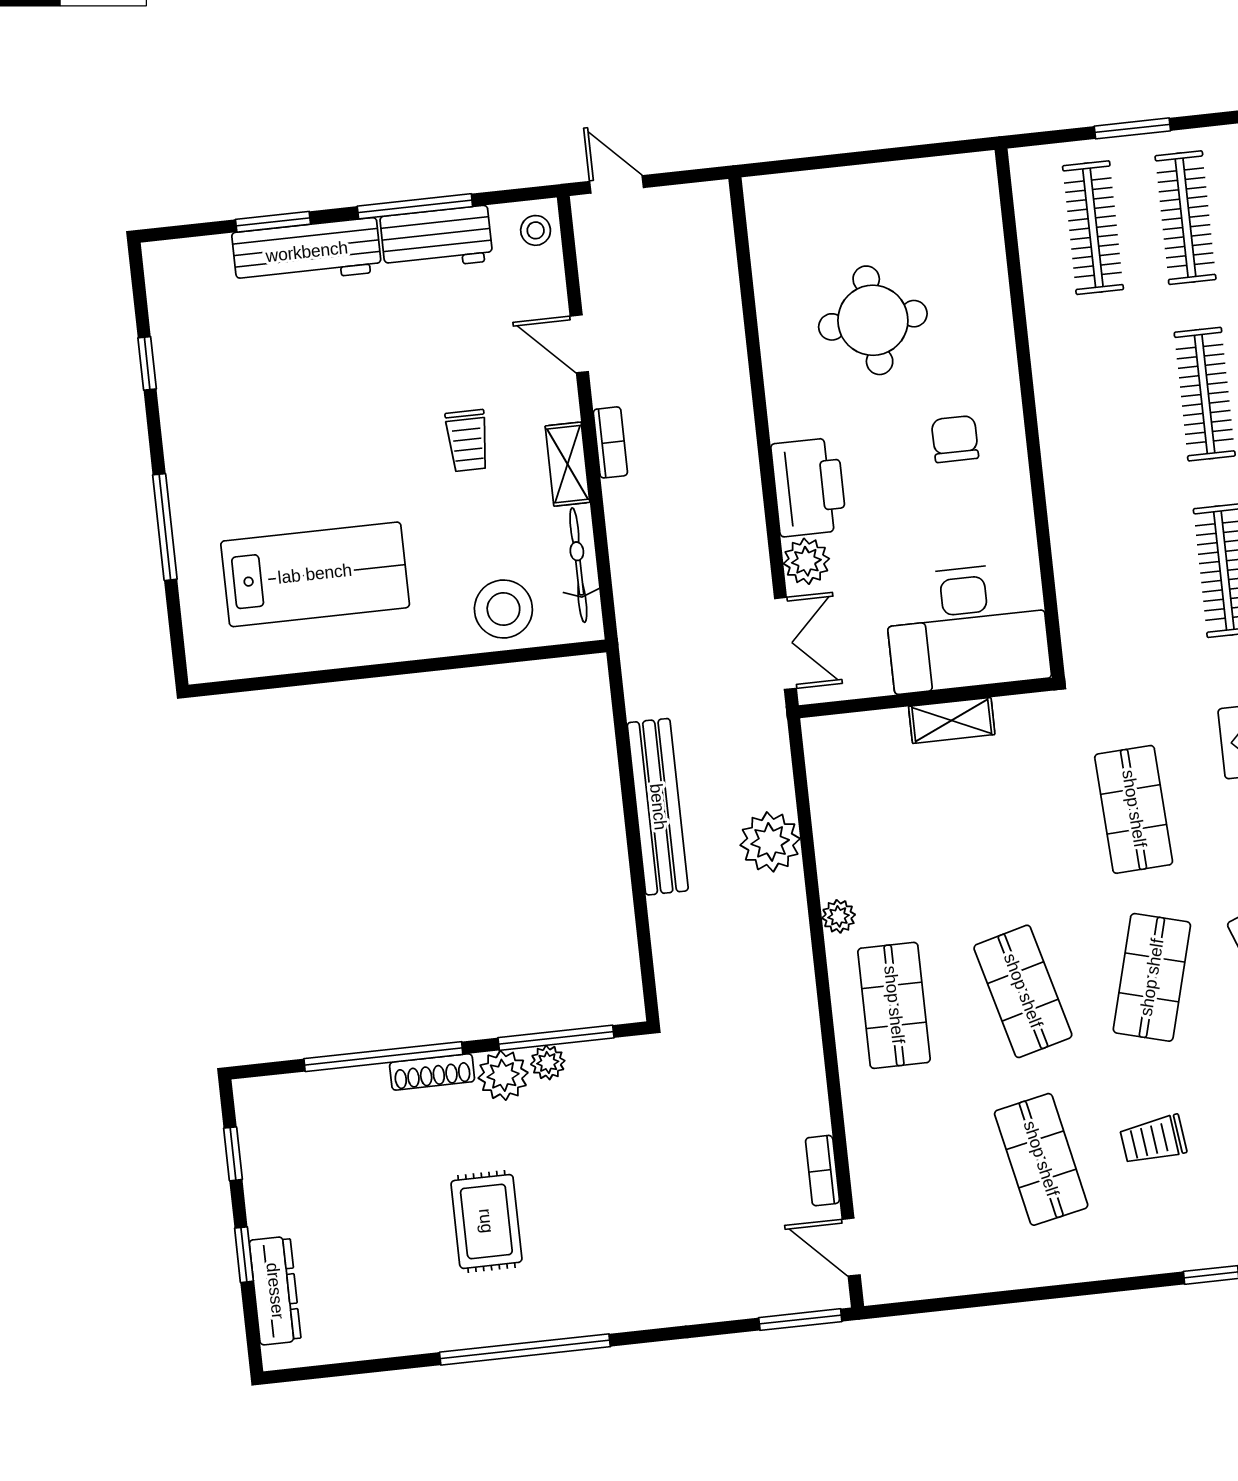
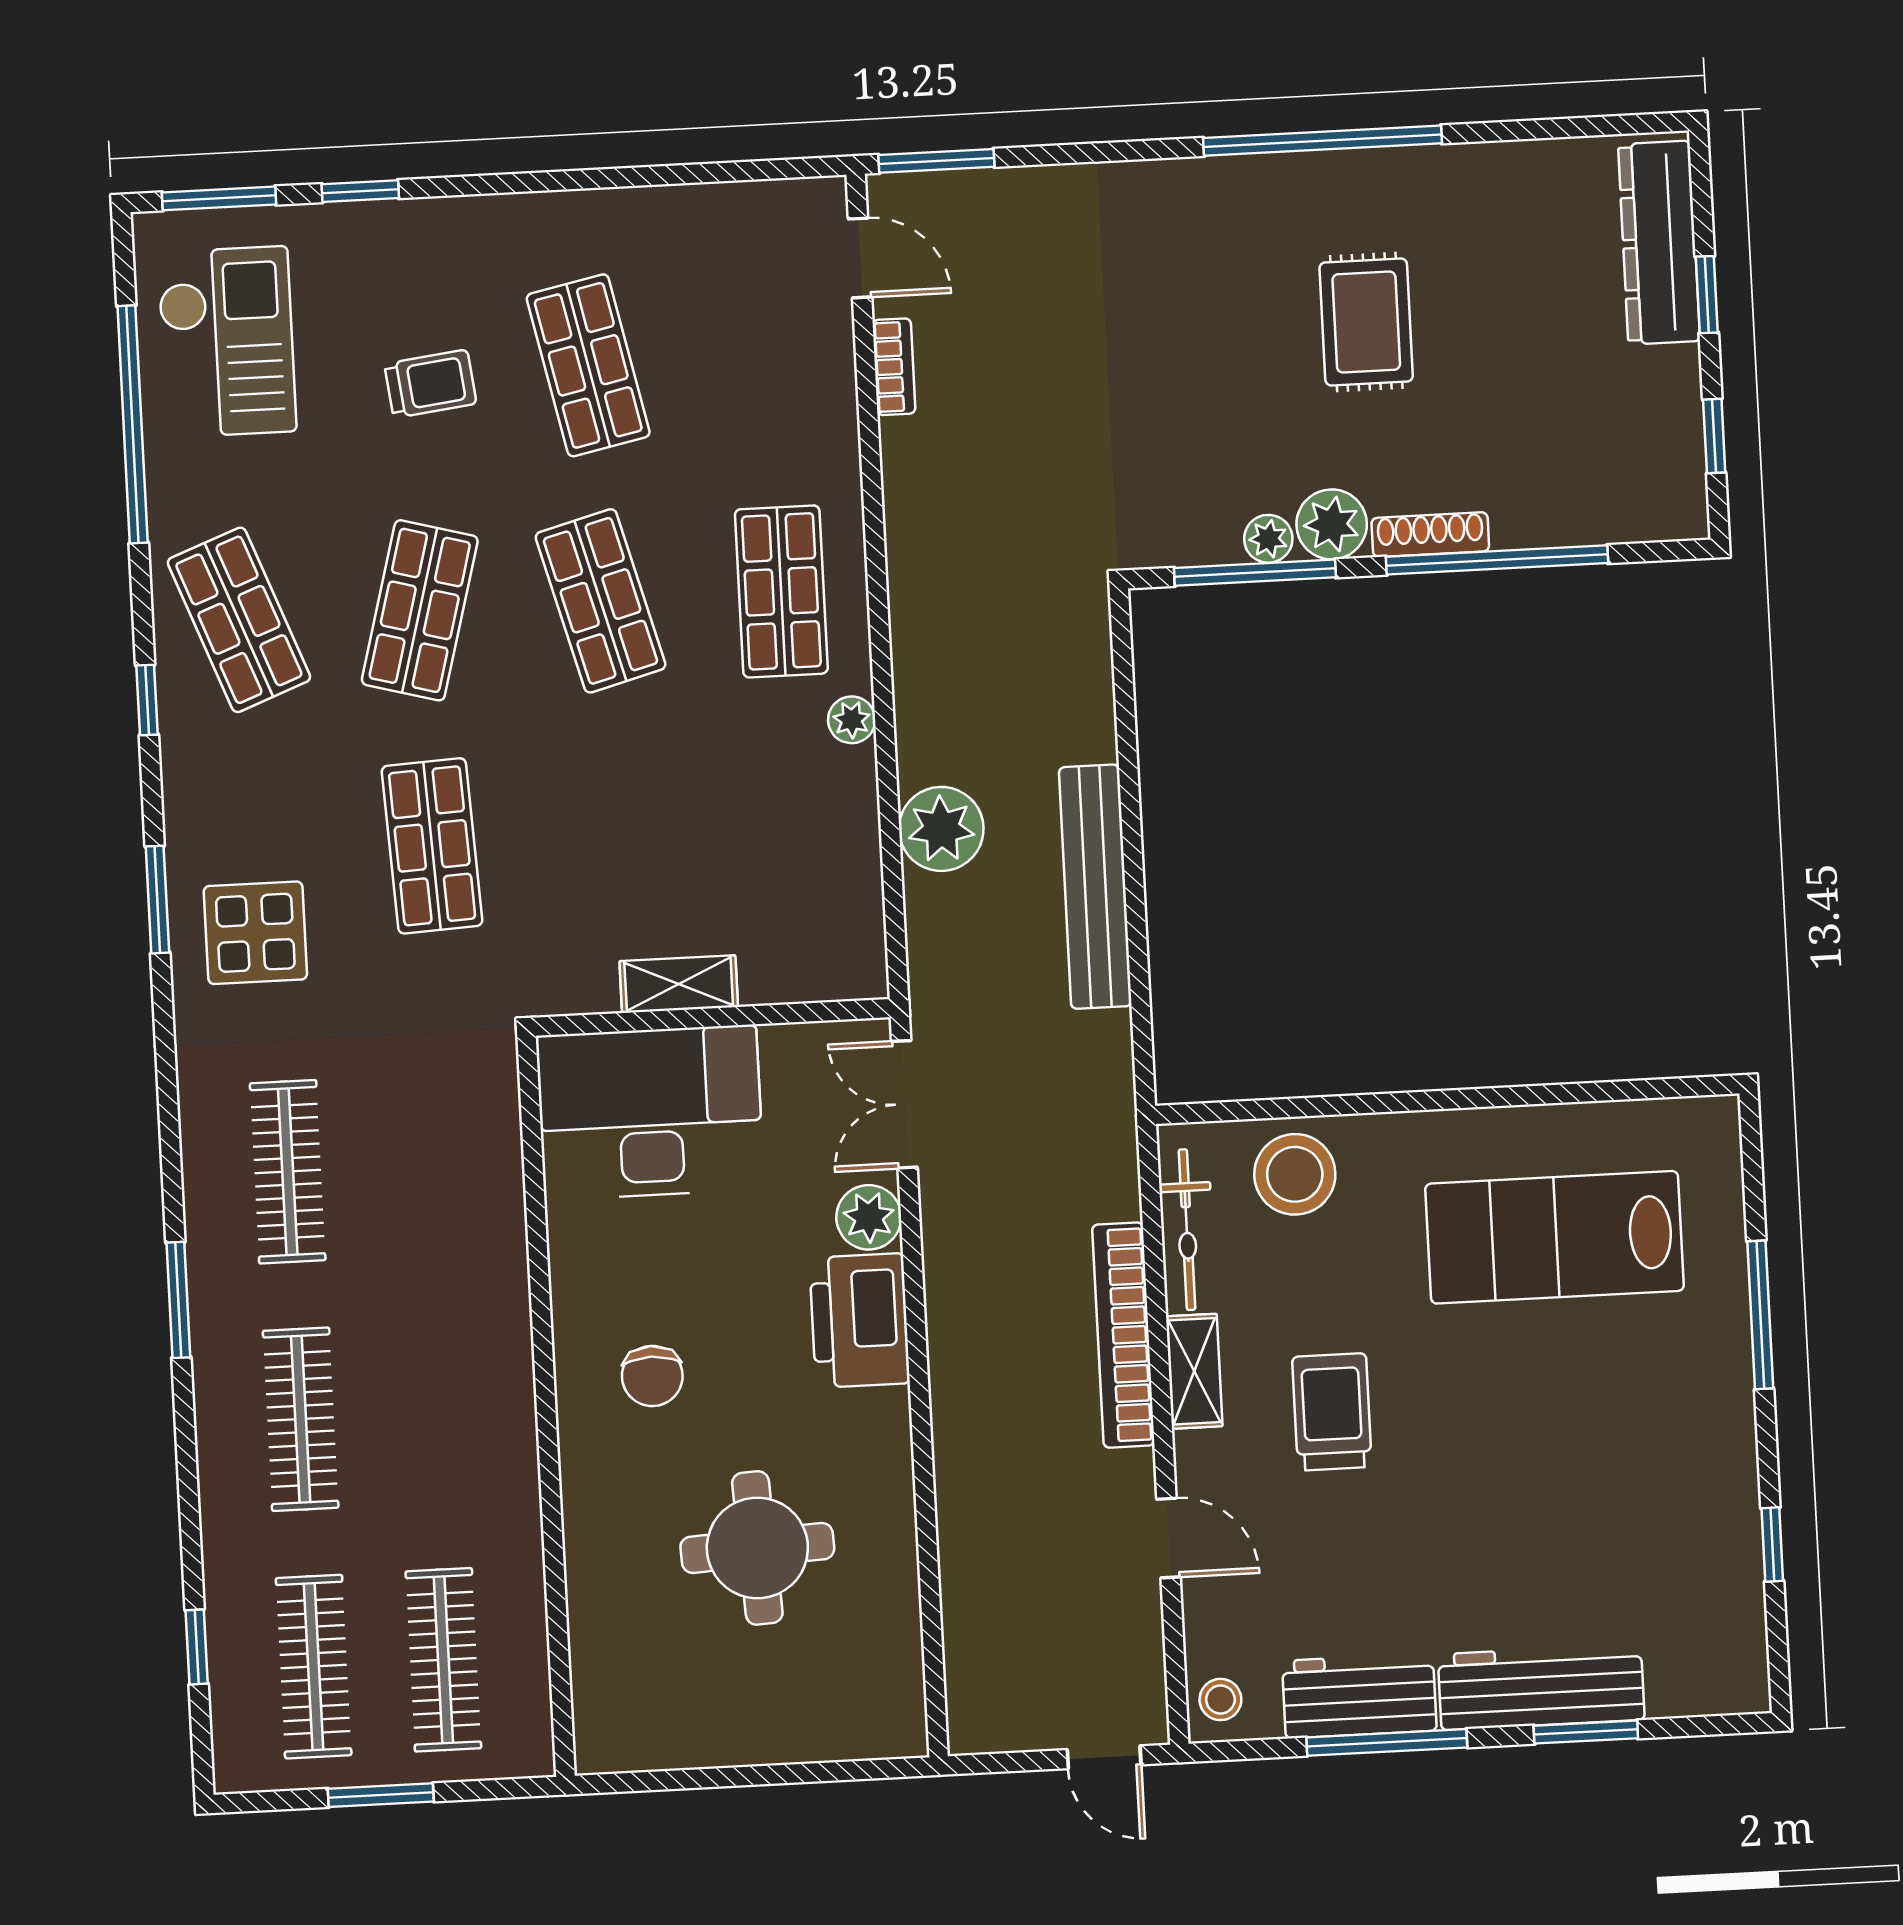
trolley: (467, 441) -> (1332, 1412), width x1.36, depth x1.39
bookcase: (610, 442) -> (1123, 1335), width x2.31, depth x1.31
dresser: (275, 1291) -> (1659, 243), width x1.37, depth x1.24

